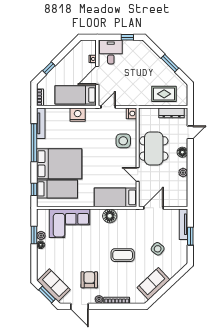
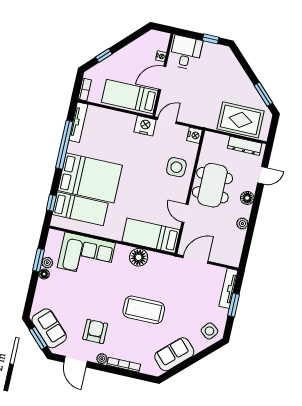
window: (170, 63) -> (263, 94), moved
rug: (164, 94) -> (241, 120), width x1.36, depth x1.43
nightstand: (78, 115) -> (145, 126), moved
side table: (158, 249) -> (209, 331), moved
coffee table: (123, 255) -> (144, 310), width x1.36, depth x1.32

